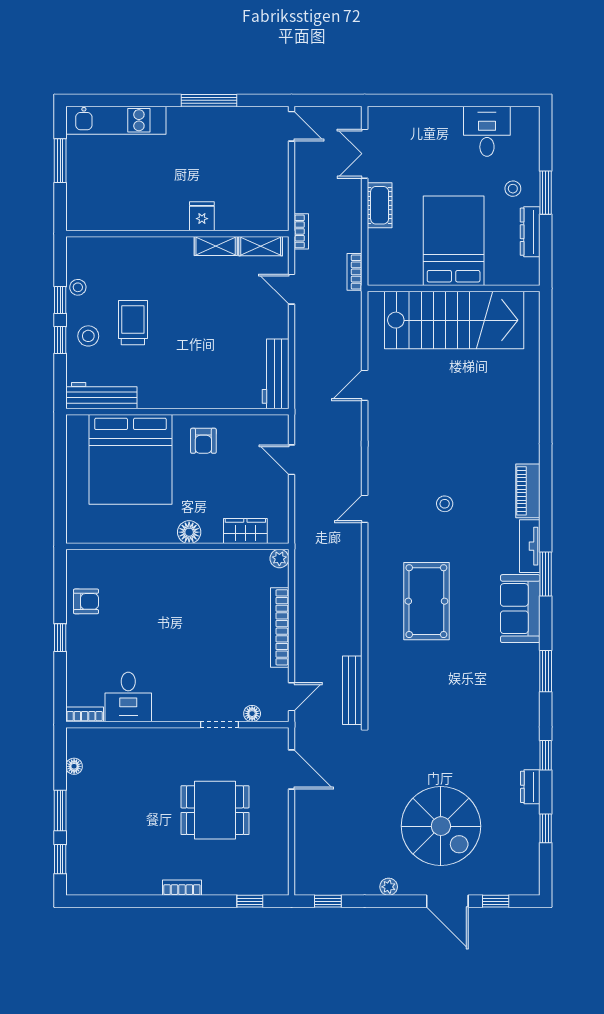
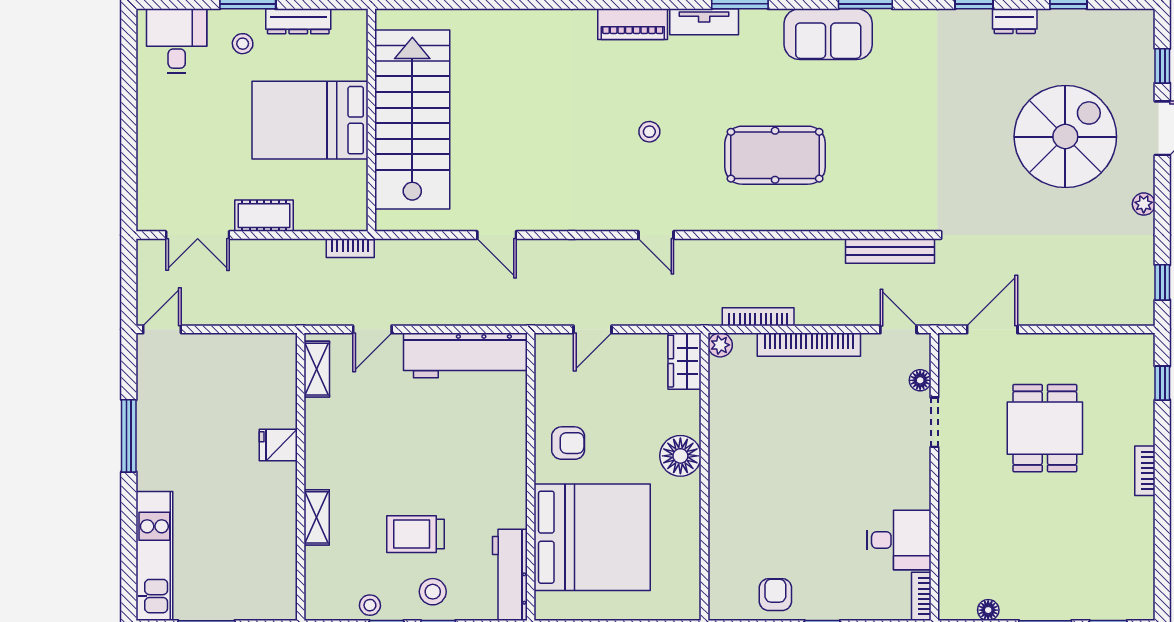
desk: (487, 131) -> (177, 41), moved, turned 90
bookcase: (301, 231) -> (758, 317), moved, width x1.56
shelving: (216, 246) -> (317, 517), moved
workbench: (276, 374) -> (465, 355), width x1.36, depth x1.32
wardrobe: (245, 531) -> (685, 361), moved
floor lamp: (189, 532) -> (680, 456), width x1.38, depth x1.38
sofa: (520, 609) -> (828, 34), moved

